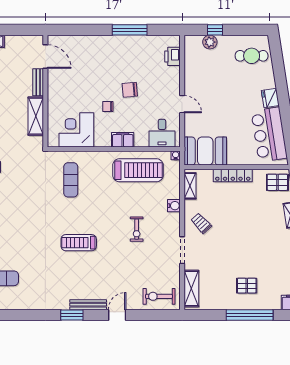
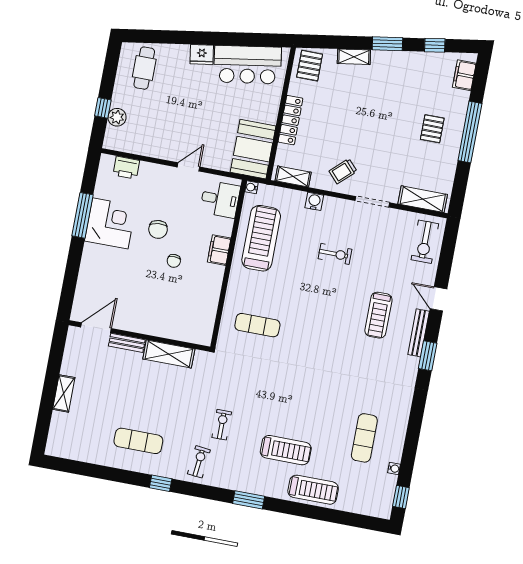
corner desk: (76, 130) -> (110, 223), moved, turned 180
treadmill: (79, 243) -> (378, 315), moved

